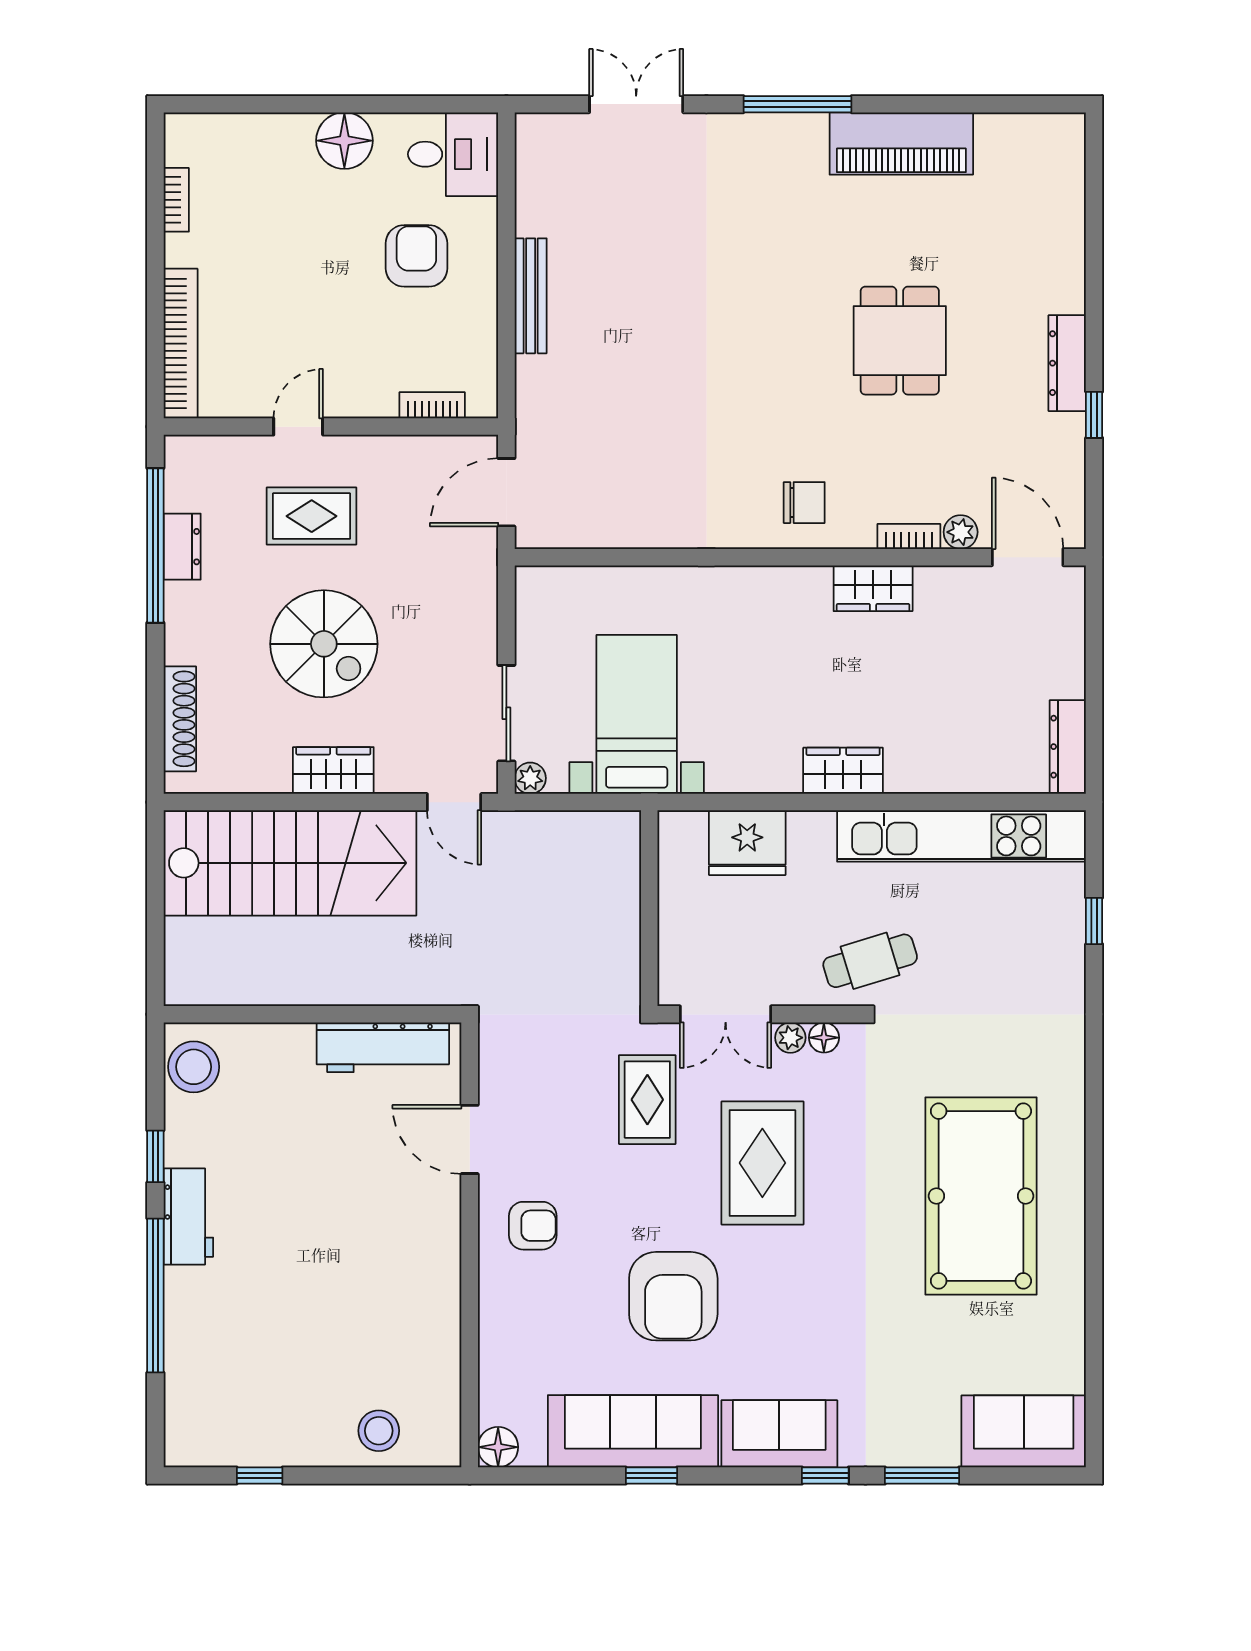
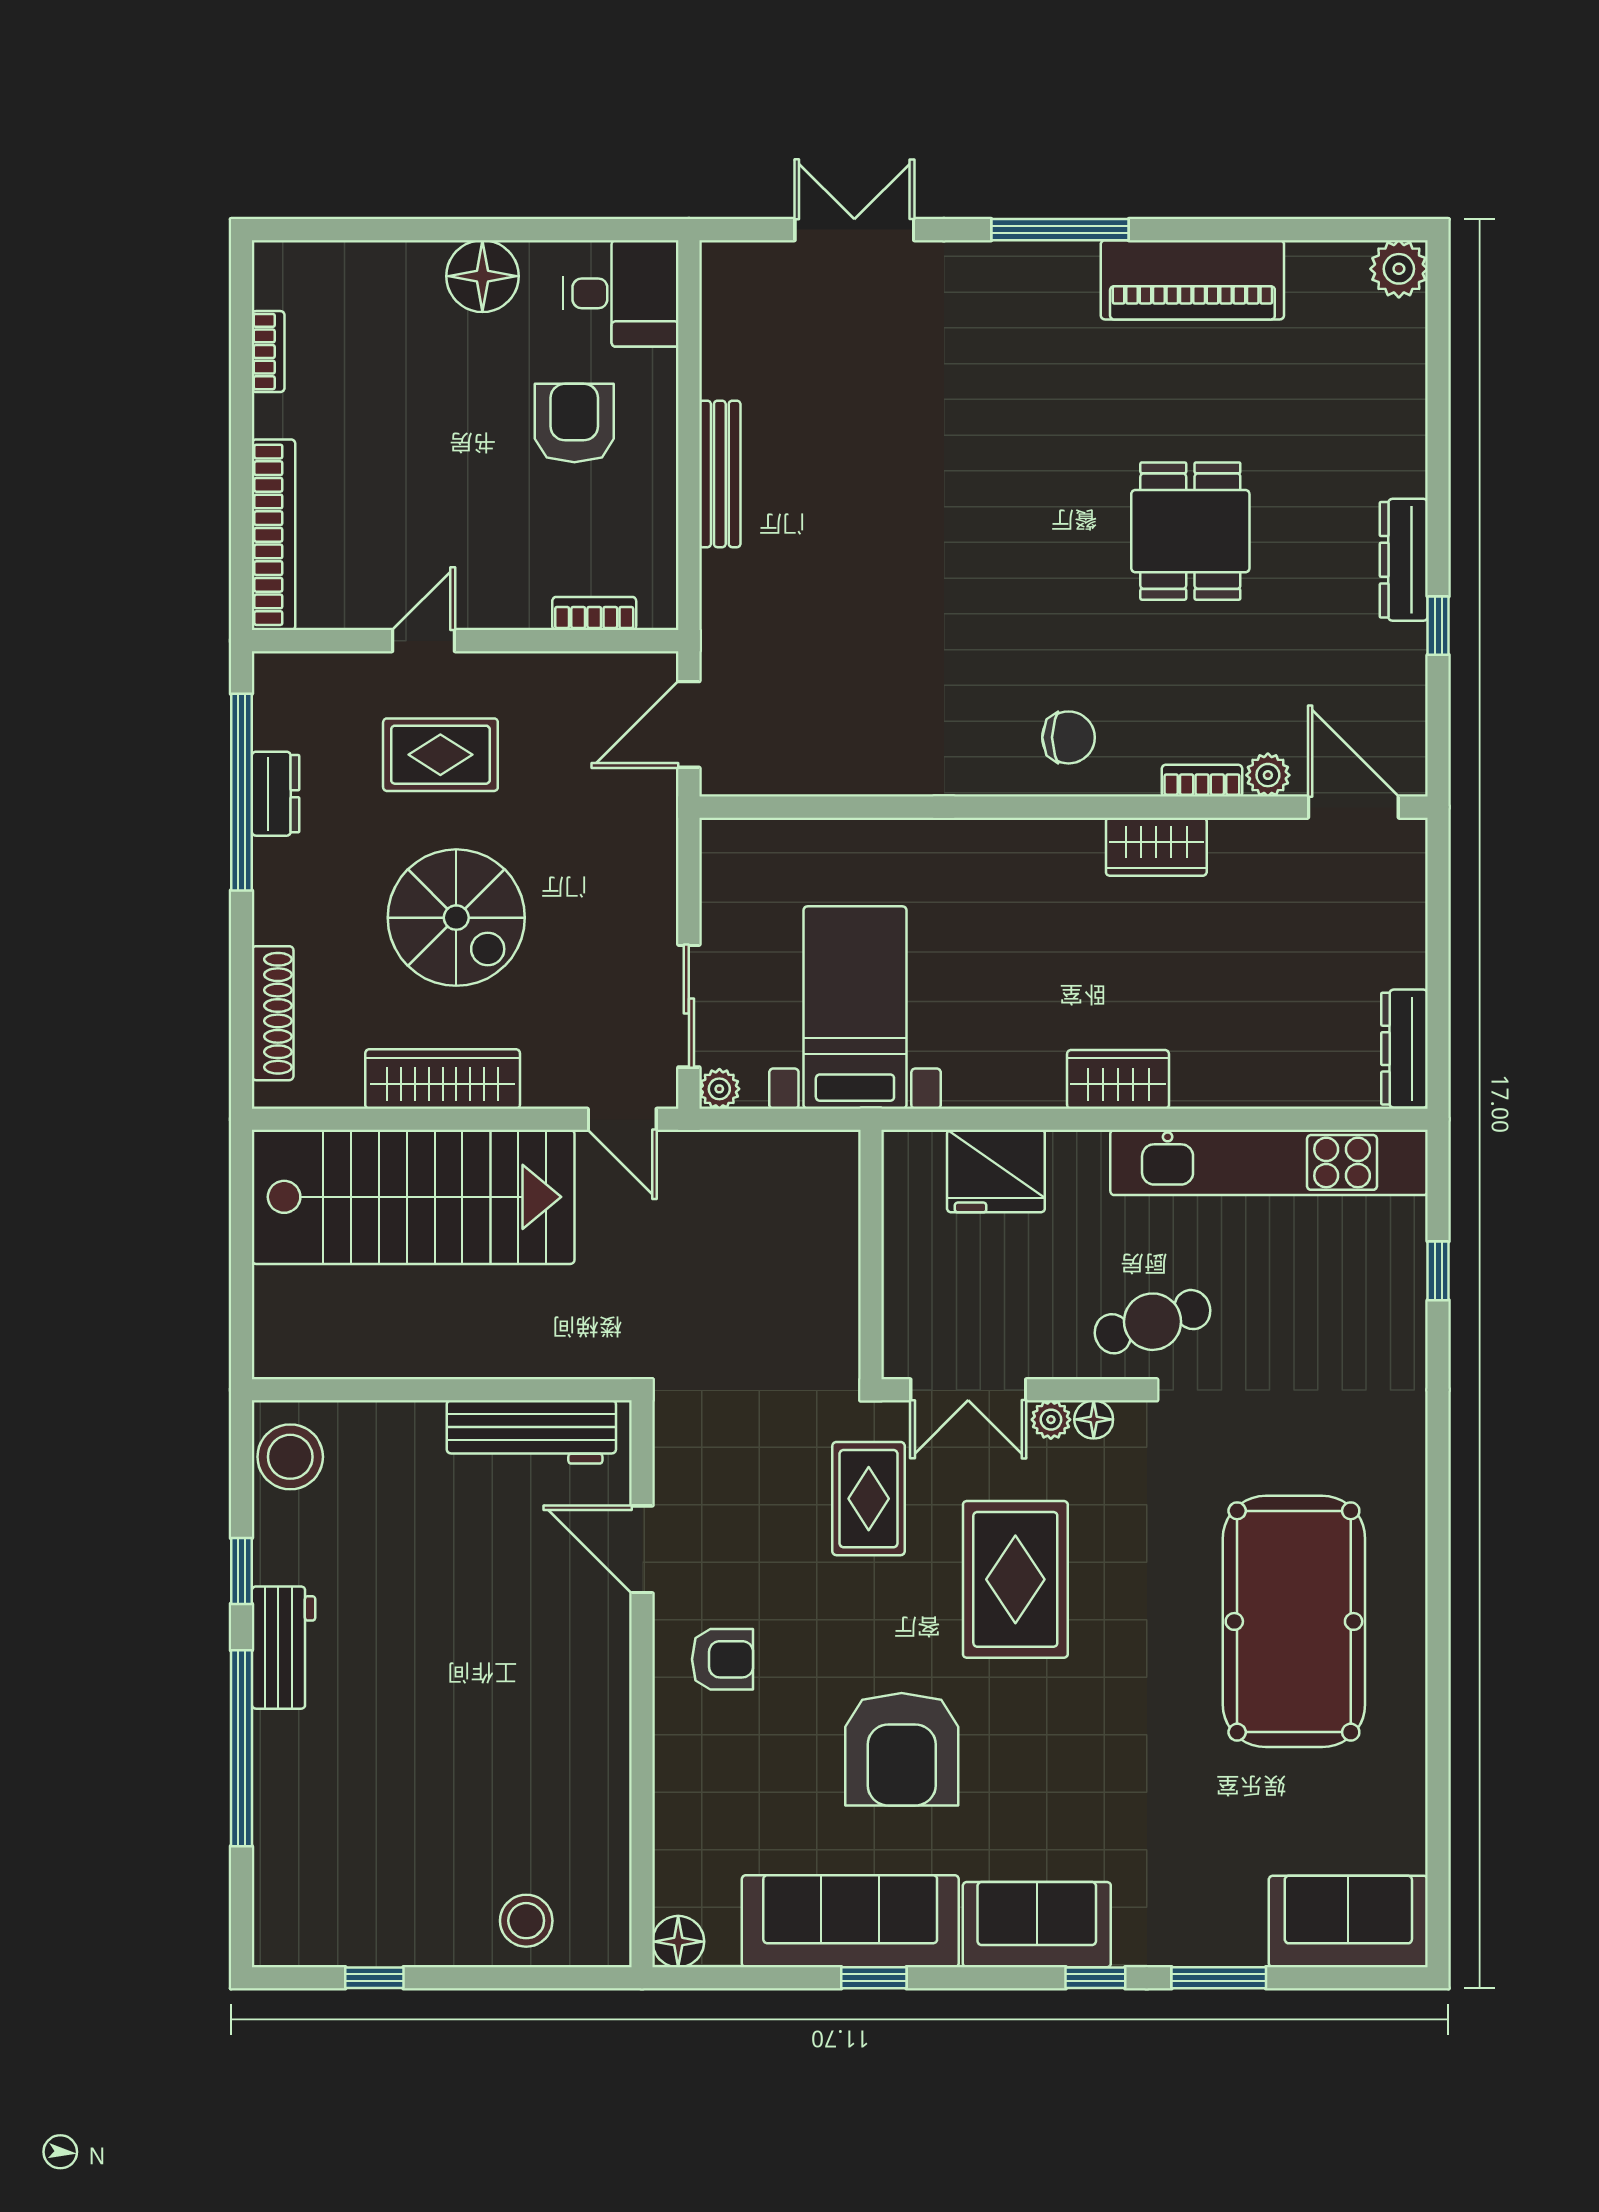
plant: (1063, 135) -> (1399, 269), added
wardrobe: (333, 770) -> (443, 1079), width x1.50

